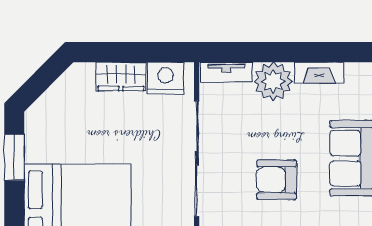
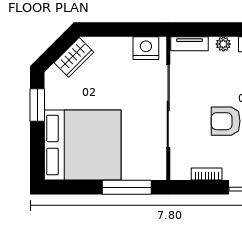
wardrobe: (121, 77) -> (74, 57), moved, turned -45
plant: (273, 81) -> (223, 44), width x0.53, depth x0.53

